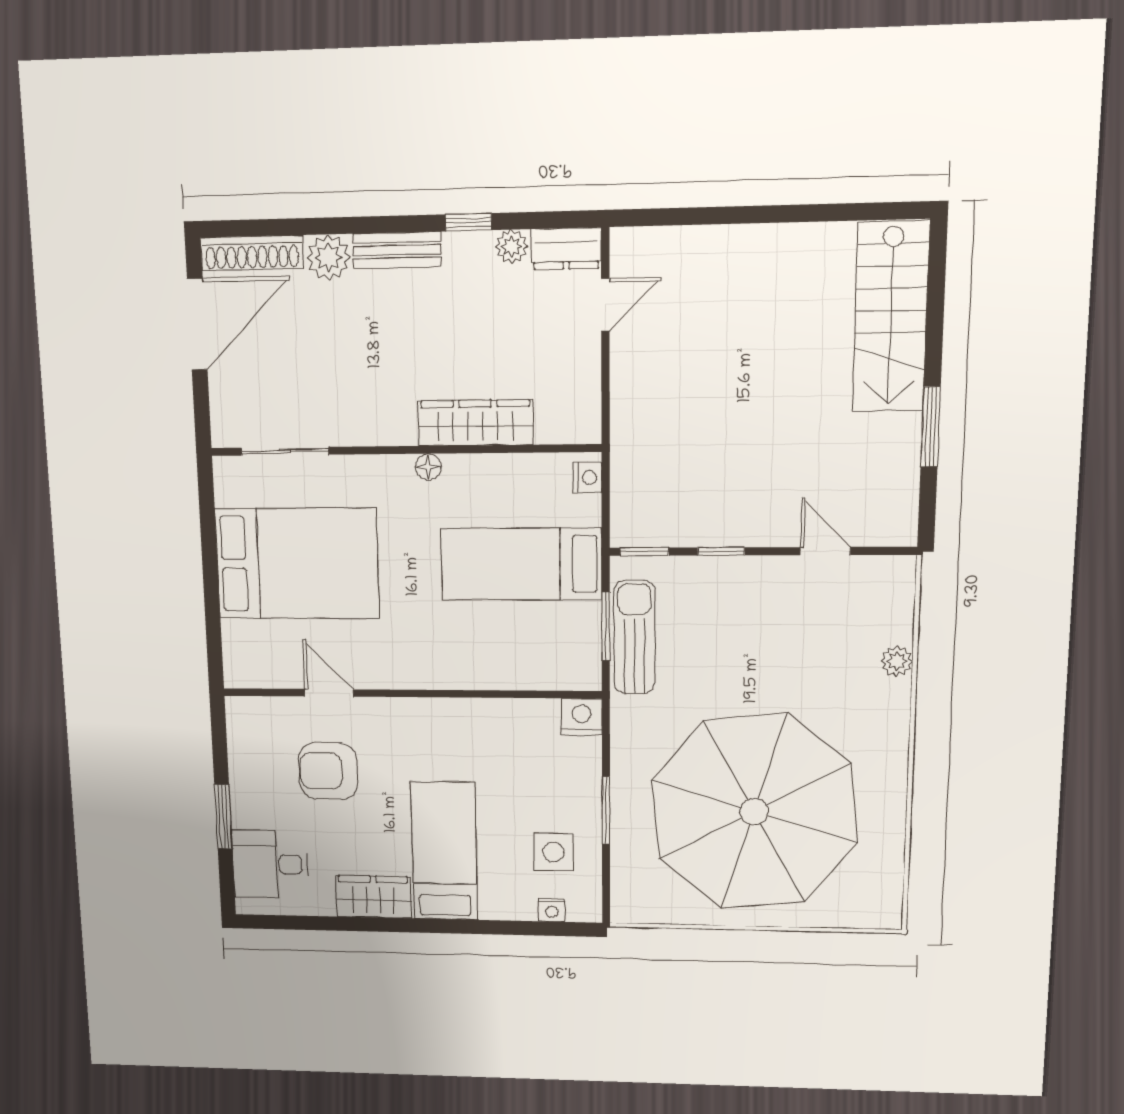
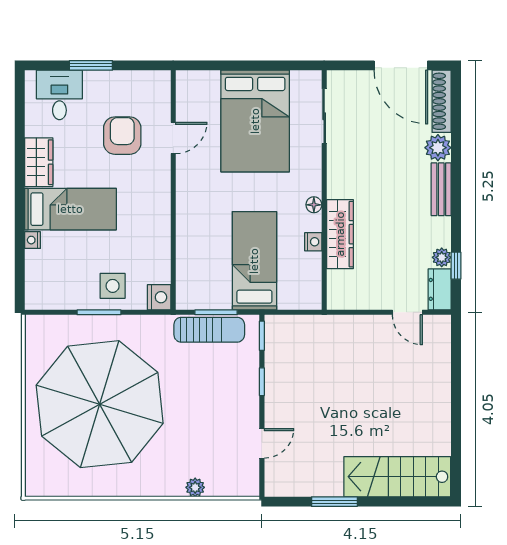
window: (469, 222) -> (456, 266), moved
nightstand: (587, 477) -> (313, 242), moved, turned -90
side table: (553, 852) -> (113, 286), moved
nightstand: (552, 910) -> (32, 240), moved

